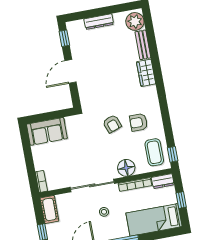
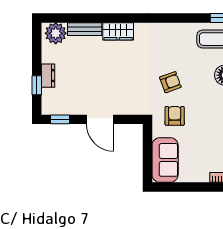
window: (89, 14) -> (37, 85), added
dresser: (99, 22) -> (48, 76), width x0.70
armchair: (139, 122) -> (175, 116), moved, turned 180

